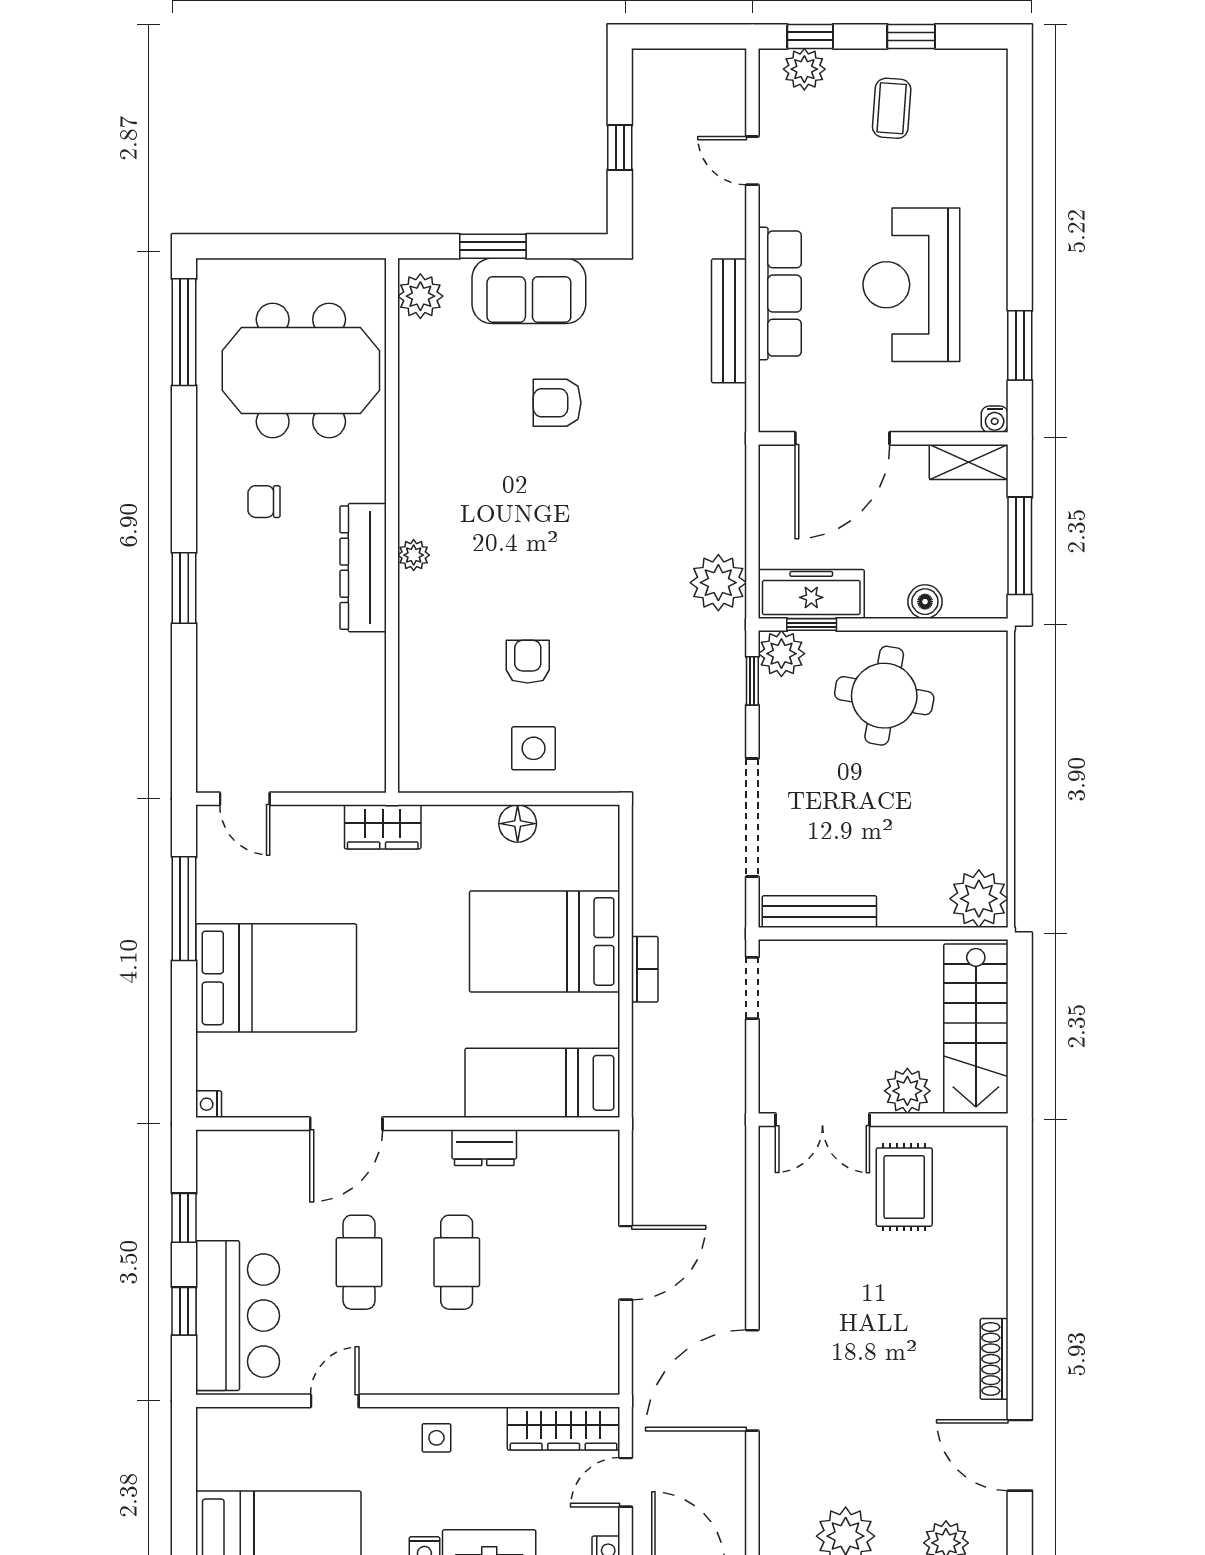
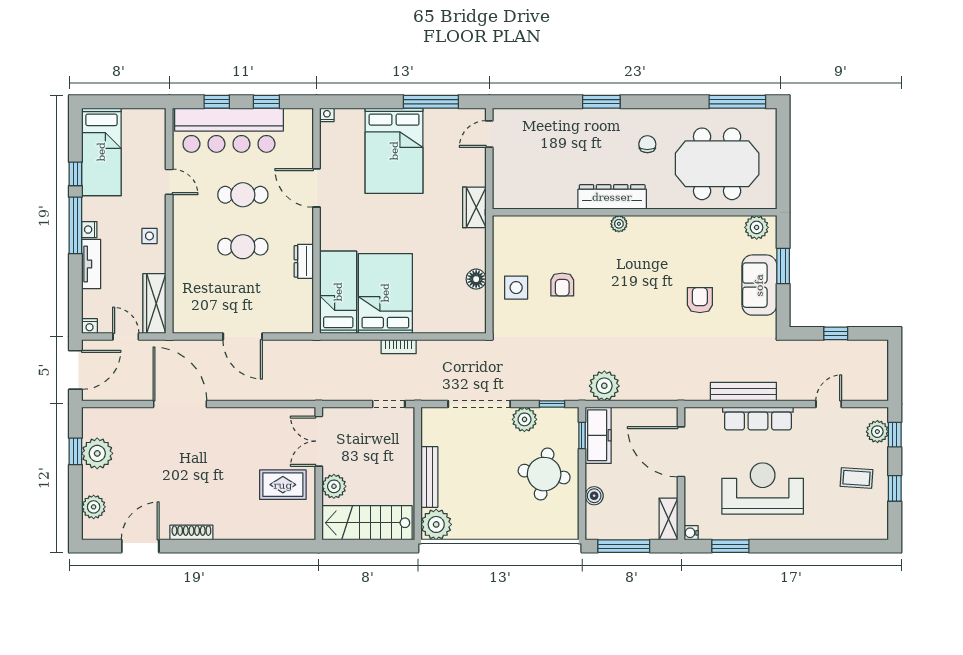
meeting table: (301, 370) -> (717, 164), turned 90
plant: (781, 654) -> (524, 419), moved
armchair: (528, 662) -> (562, 284), turned 90
bench: (819, 912) -> (429, 477), moved
bed: (545, 941) -> (385, 293), moved
bar counter: (238, 1316) -> (229, 130), width x1.36

